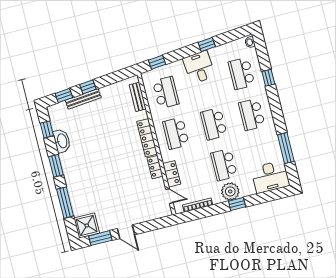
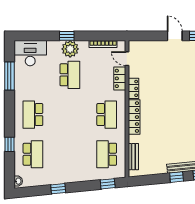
desk: (199, 67) -> (70, 170), removed
school desk: (252, 114) -> (33, 115), turned 180
school desk: (214, 124) -> (70, 115), removed

